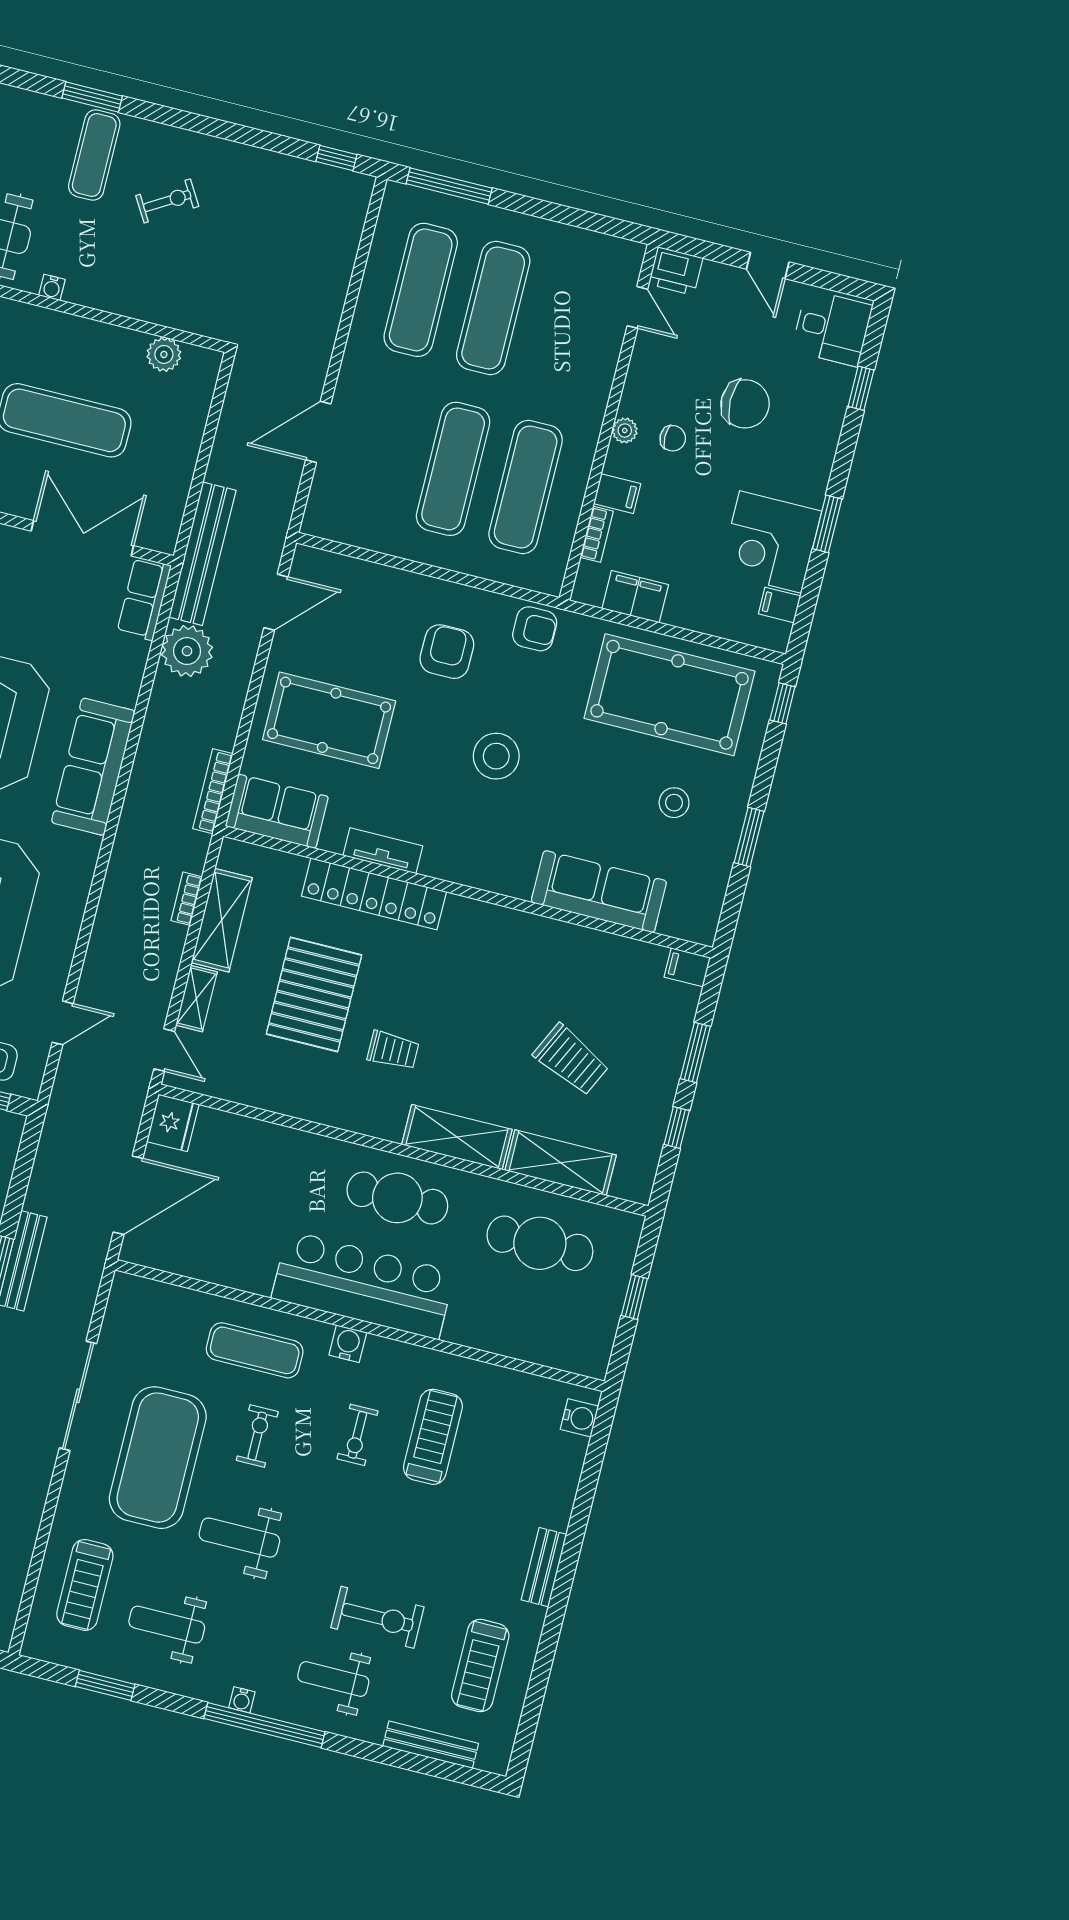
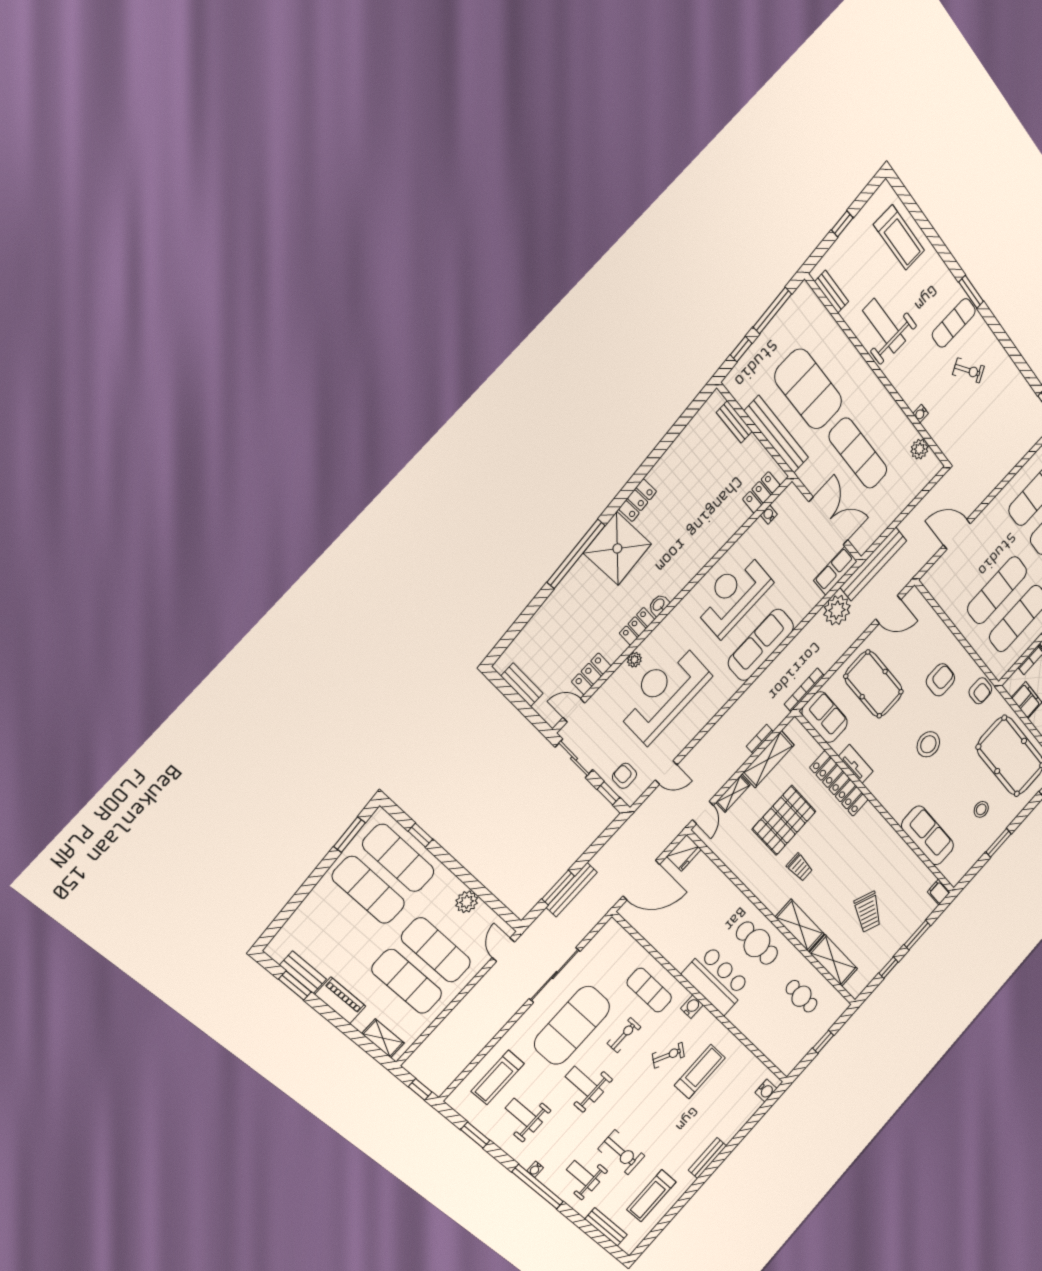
water cooler: (52, 287) -> (920, 414), moved
cafe table: (540, 1243) -> (802, 996), width x0.73, depth x0.74
bar counter: (363, 1285) -> (716, 980), width x0.73
exercise bike: (357, 1435) -> (668, 1055), turned -148

